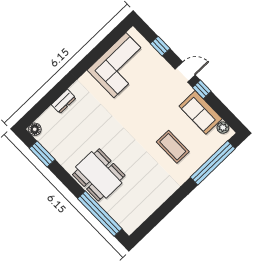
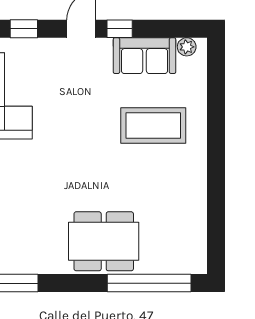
coffee table: (173, 147) -> (153, 125), width x1.36, depth x1.32
window: (213, 163) -> (216, 98), removed

